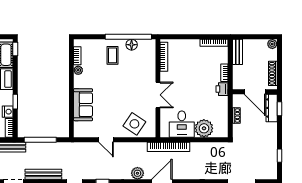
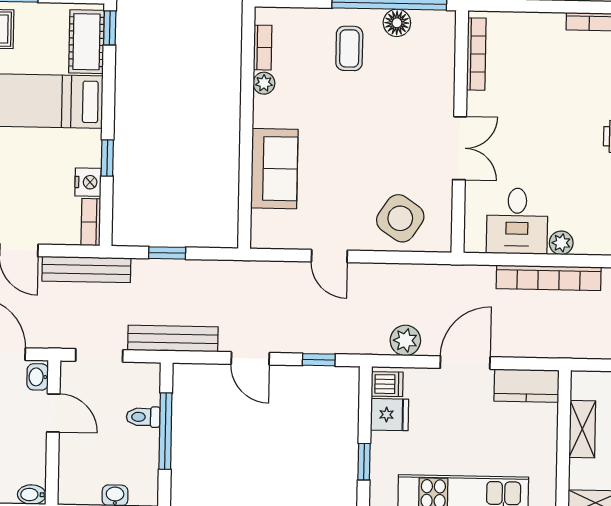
plant: (204, 128) -> (561, 243), width x0.53, depth x0.53
window: (40, 140) -> (167, 253), width x0.46
bookcase: (168, 147) -> (549, 278), moved

